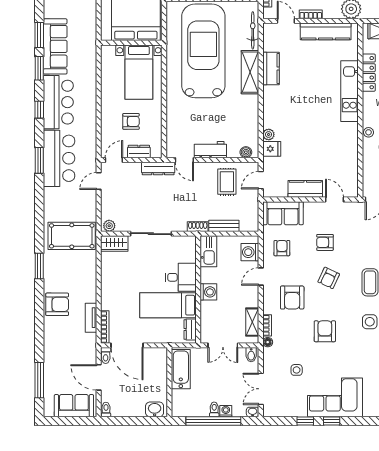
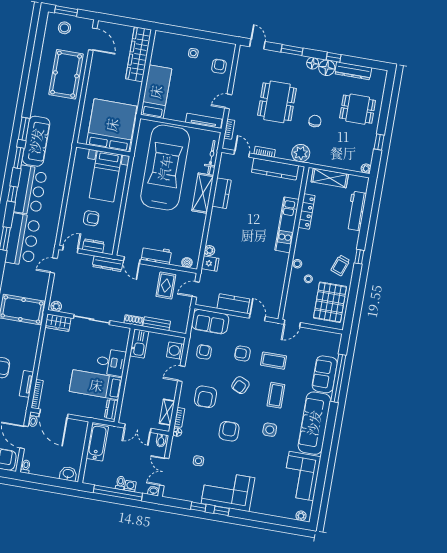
coffee table: (361, 244) -> (274, 361), added
washing machine: (208, 292) -> (133, 379), removed

